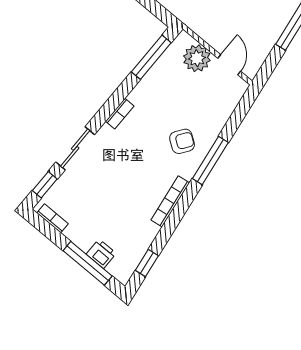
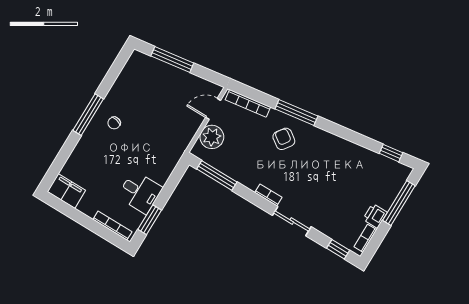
sliding door: (75, 148) -> (292, 221), moved
bookcase: (170, 201) -> (248, 103), moved
printer: (101, 254) -> (375, 216), moved

